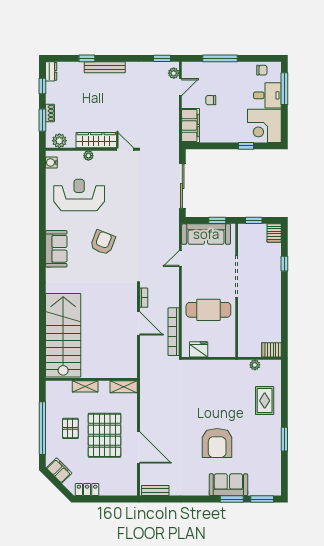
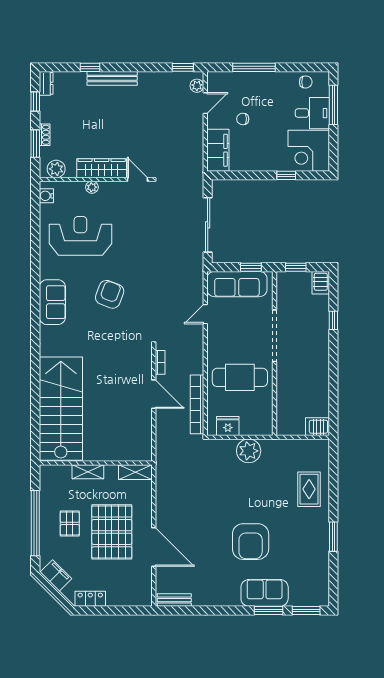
plant: (255, 365) -> (249, 451), moved, width x1.88, depth x1.88

